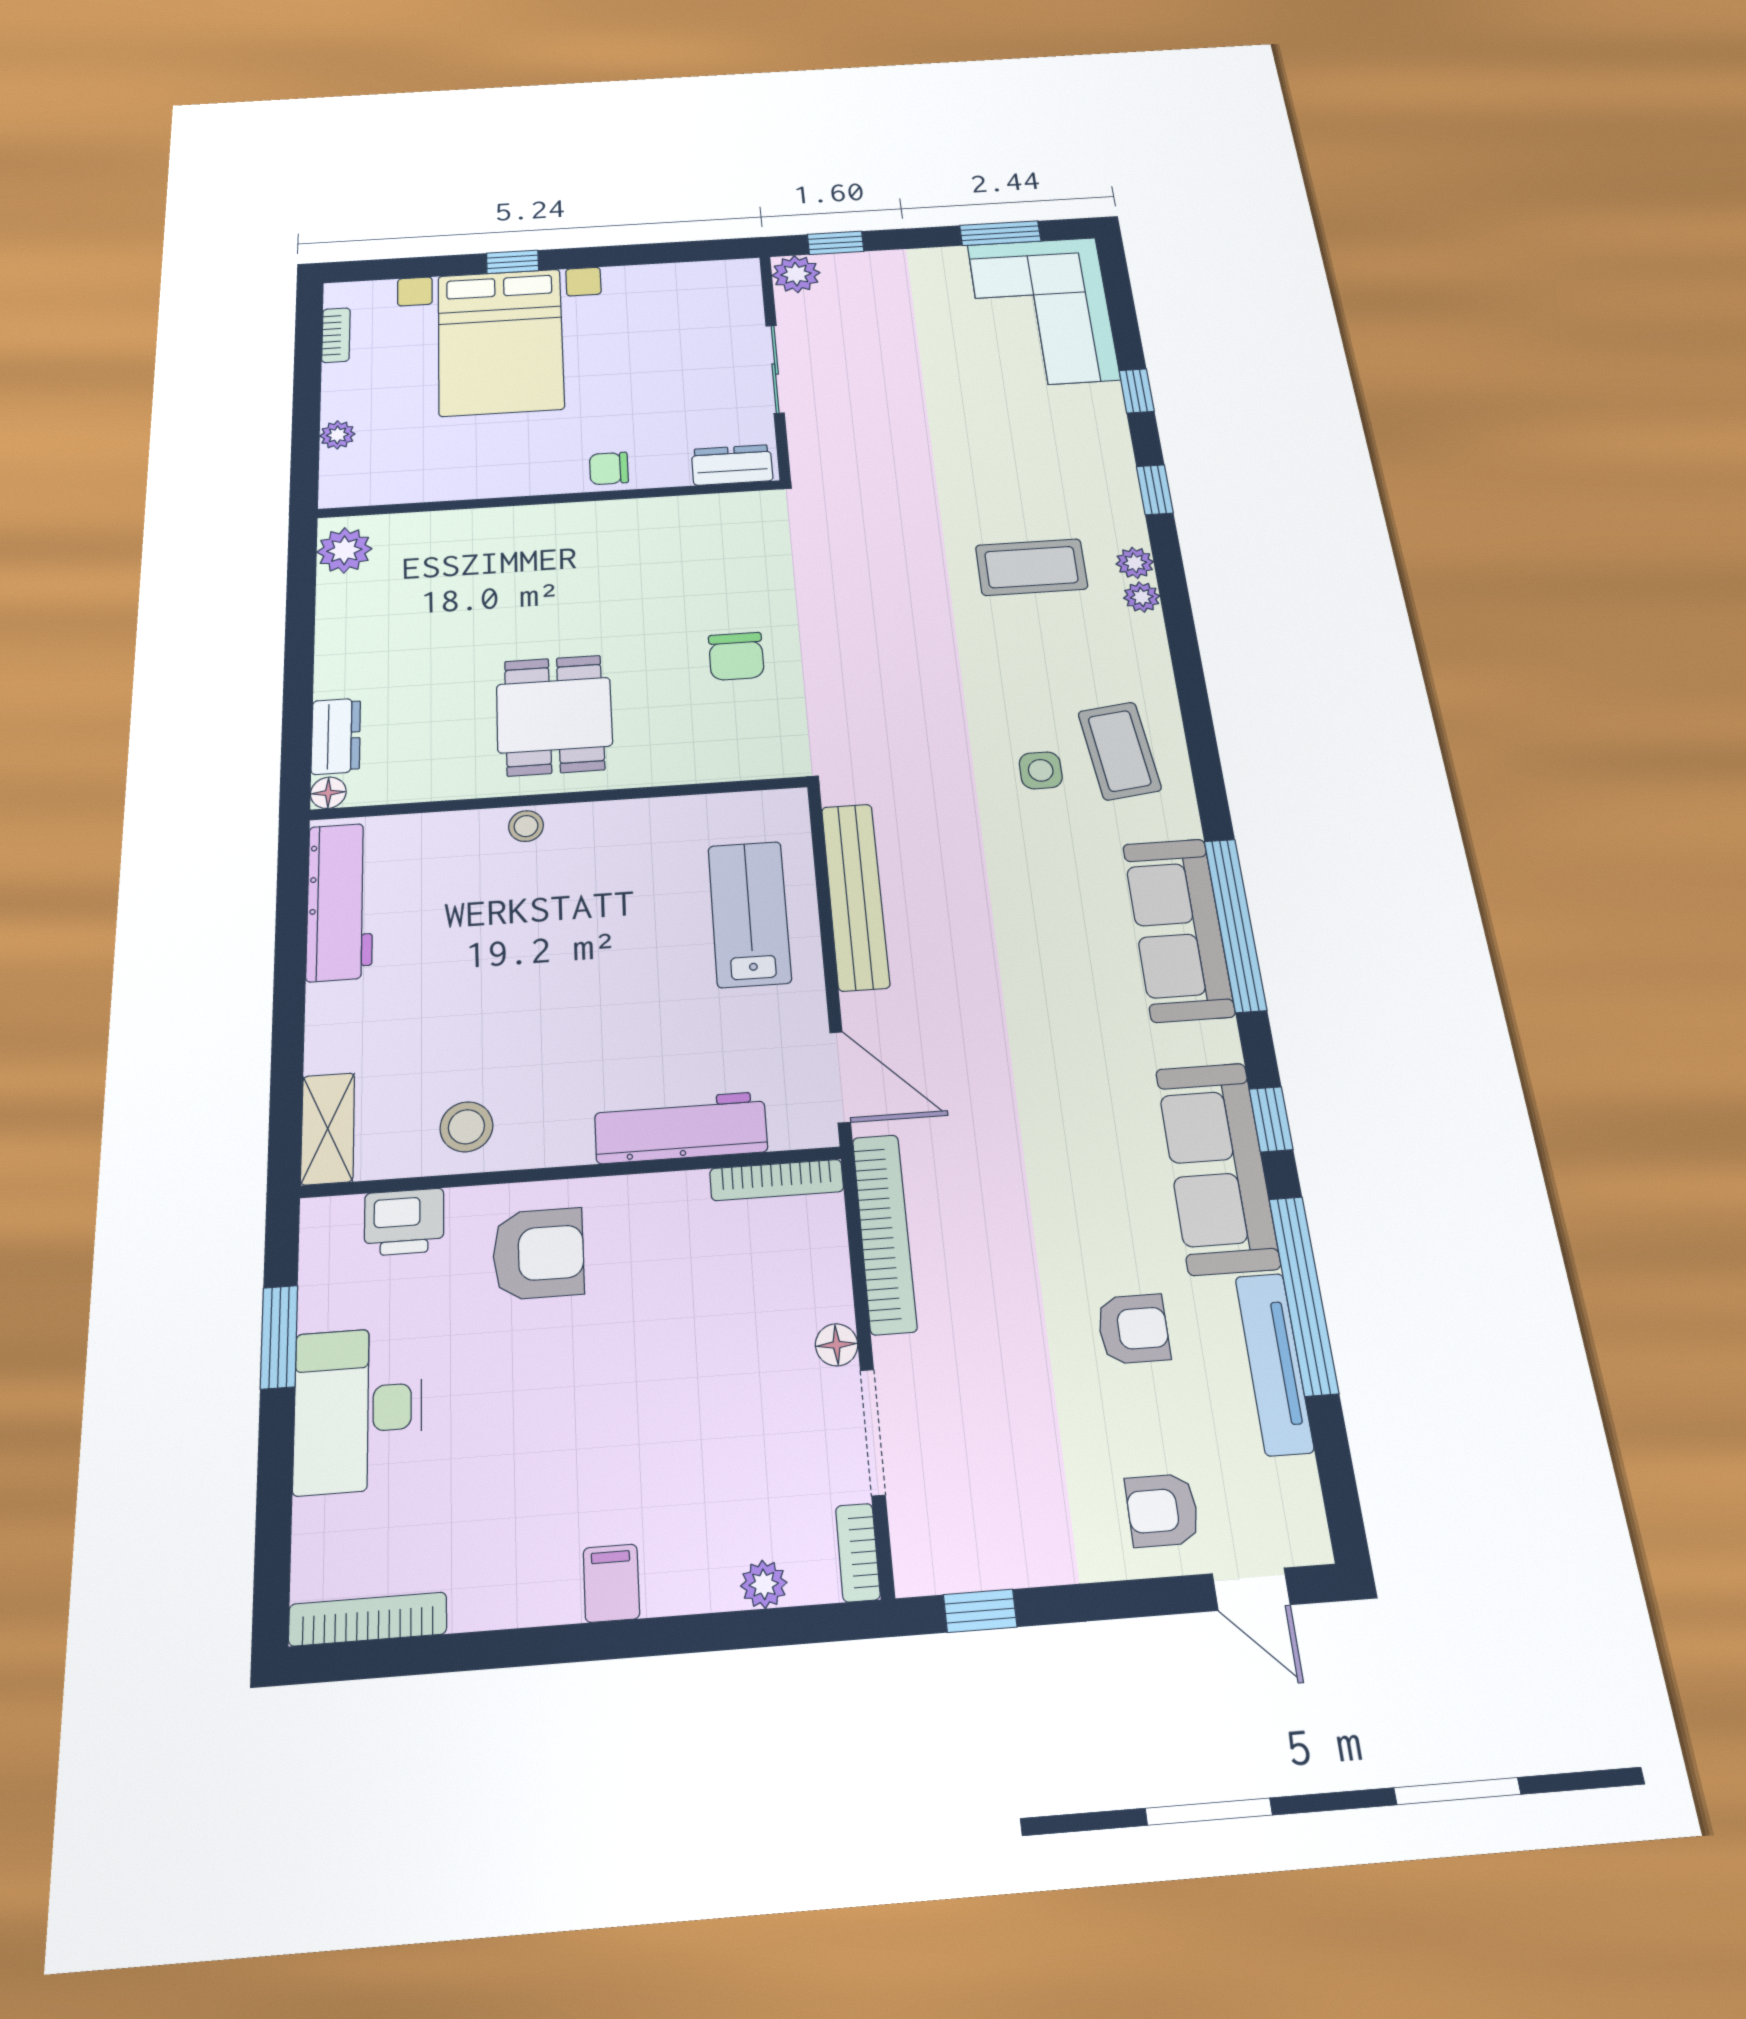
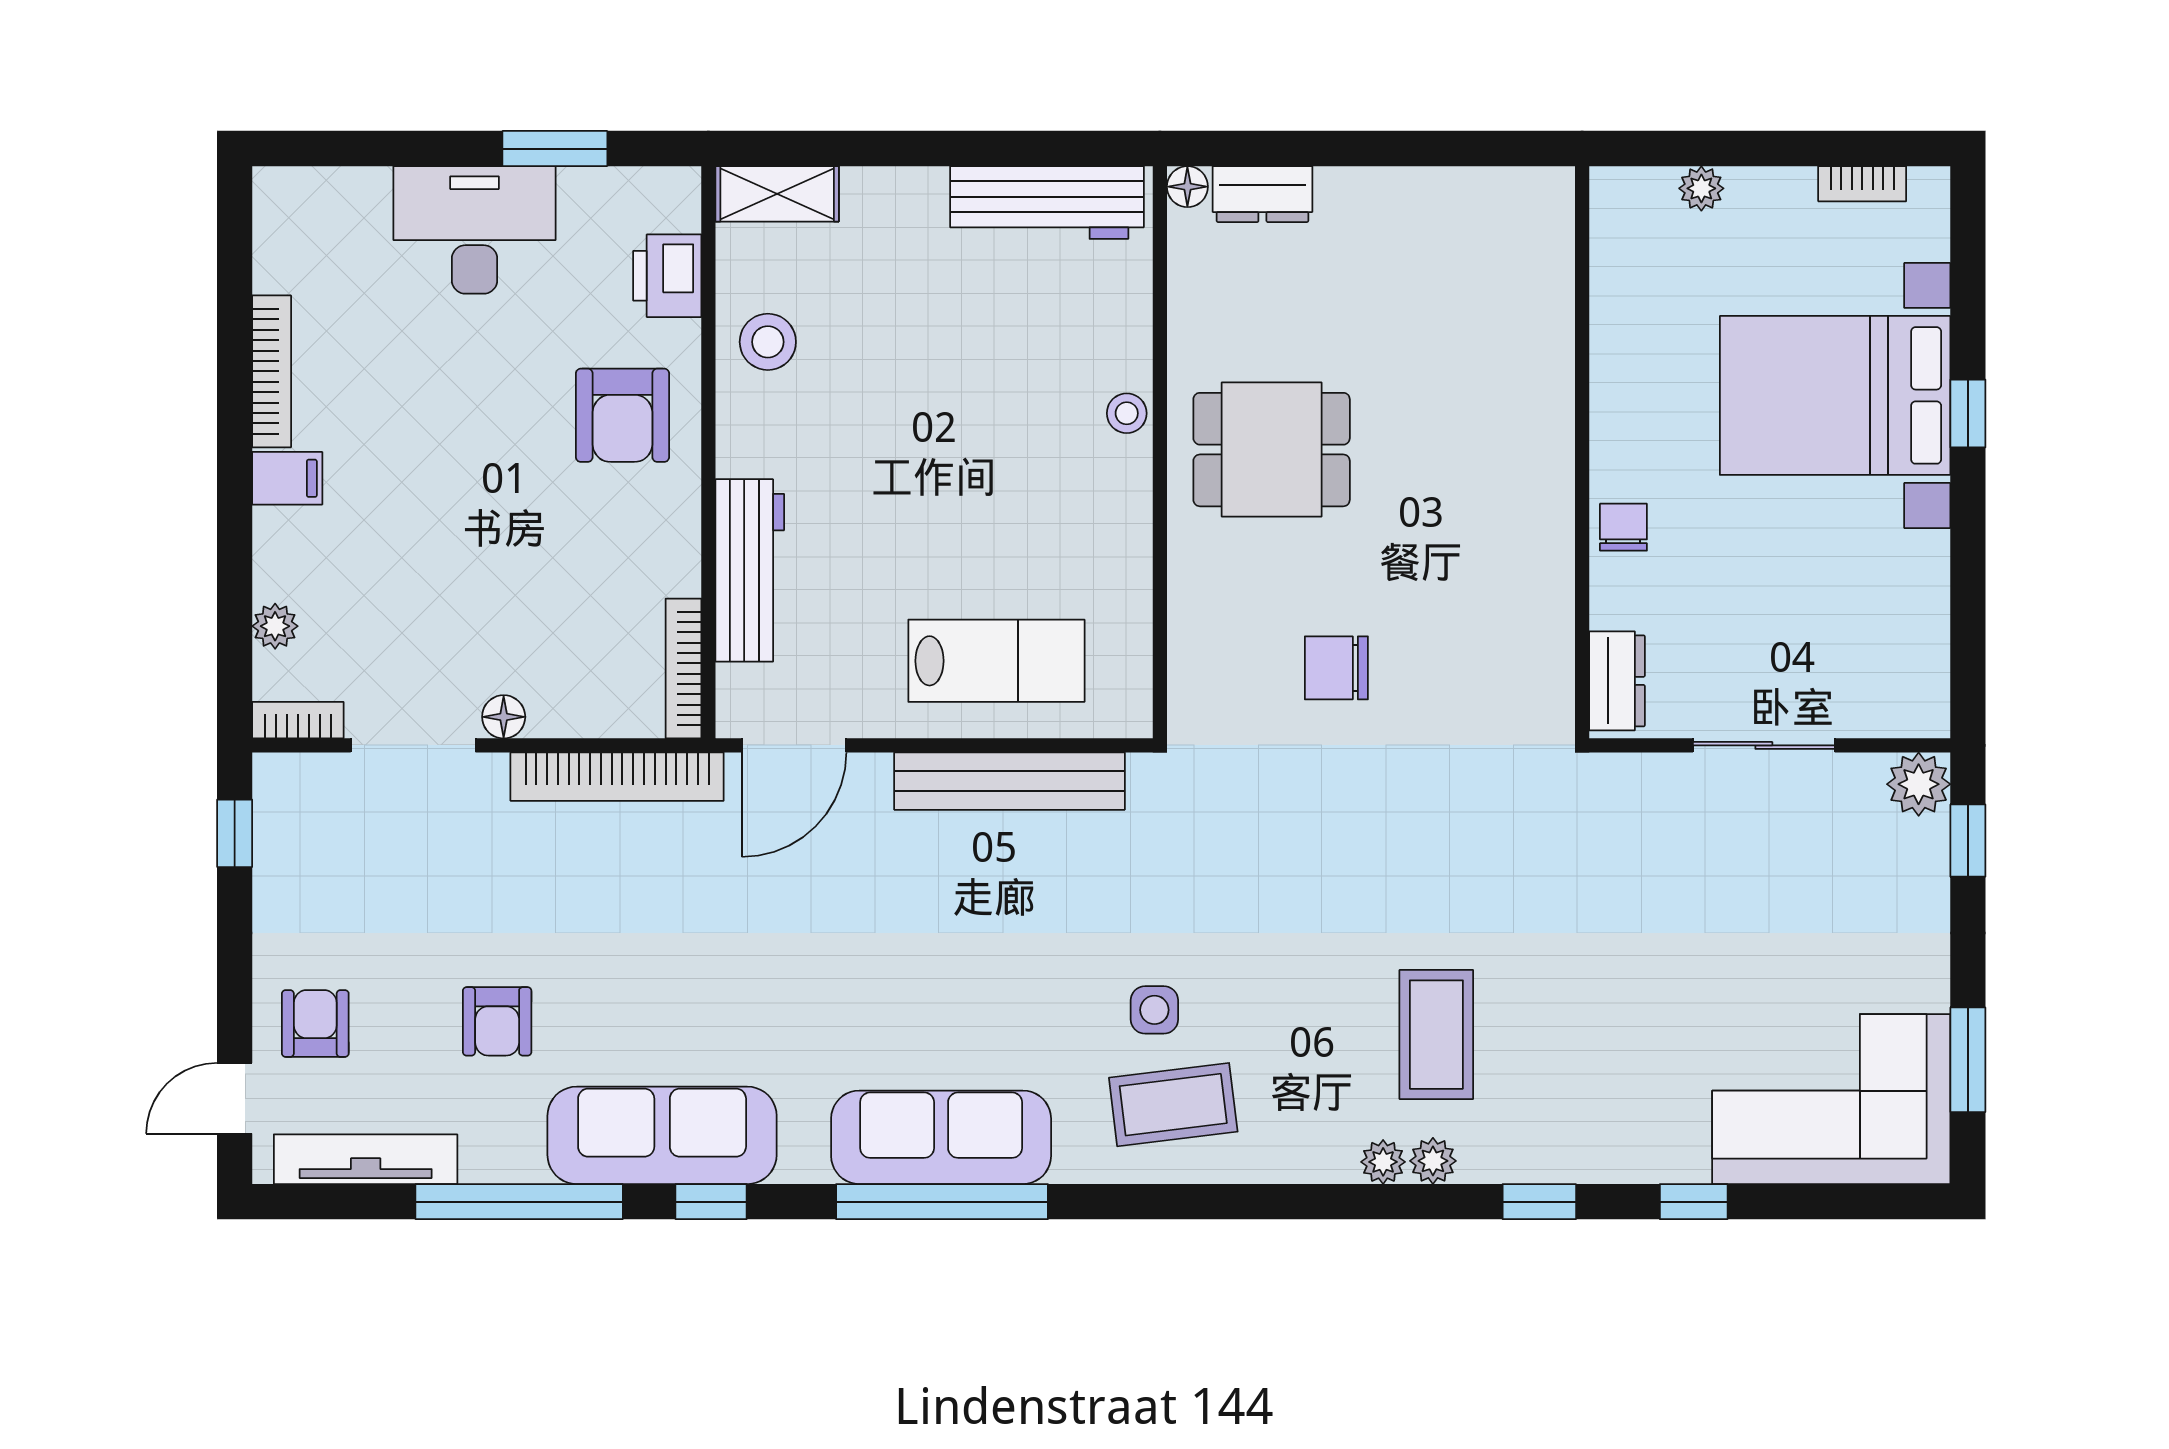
plant: (344, 550) -> (1525, 200), removed
tv unit: (1274, 1363) -> (366, 1159), moved
bookcase: (368, 1619) -> (272, 371), moved

